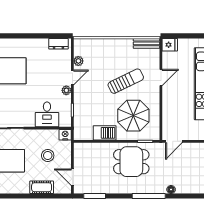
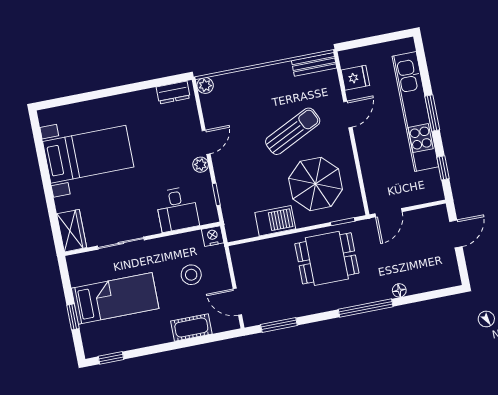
fridge: (170, 45) -> (355, 78), moved
plant: (78, 61) -> (205, 85), moved

